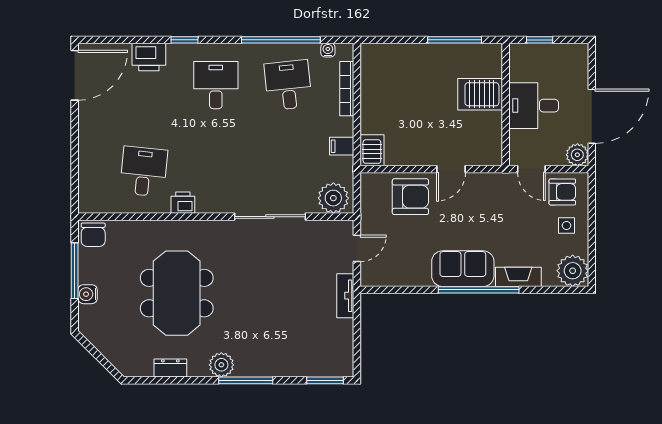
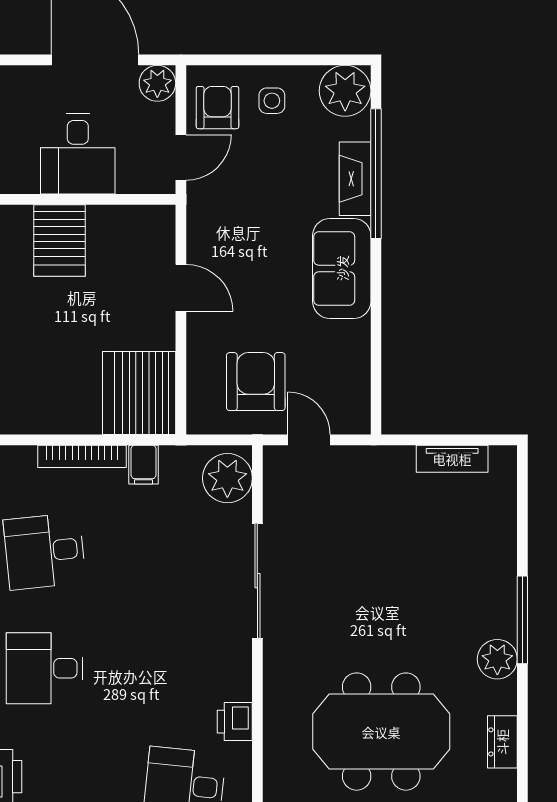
bookcase: (347, 89) -> (82, 456), moved
server rack: (372, 150) -> (139, 393), width x2.18, depth x1.44
armchair: (410, 197) -> (256, 382), moved
window: (479, 290) -> (376, 174), moved
tv unit: (345, 296) -> (452, 459), moved
window: (325, 380) -> (522, 492), removed

